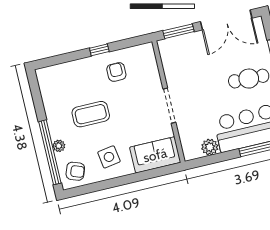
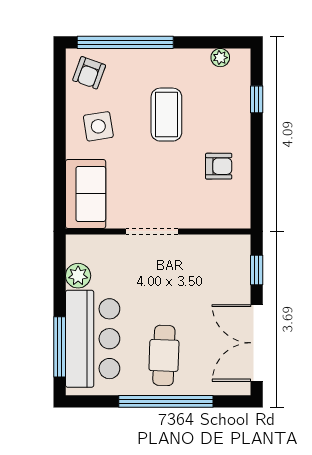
window: (179, 31) -> (257, 270), width x0.67
window: (99, 50) -> (257, 99), moved
plant: (59, 146) -> (220, 58), moved

